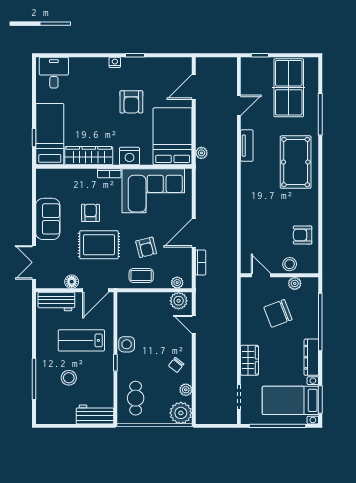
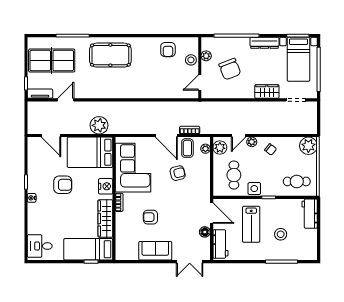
door: (239, 105) -> (66, 100), hinge flipped
tv unit: (247, 146) -> (40, 94), moved
plant: (201, 153) -> (99, 125), width x1.88, depth x1.88
rug: (99, 245) -> (176, 210), removed
coffee table: (141, 276) -> (187, 148), moved
cafe table: (144, 319) -> (234, 175), added
plant: (186, 390) -> (252, 142), moved

